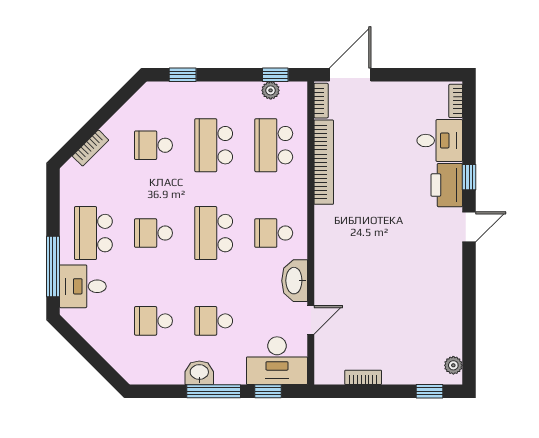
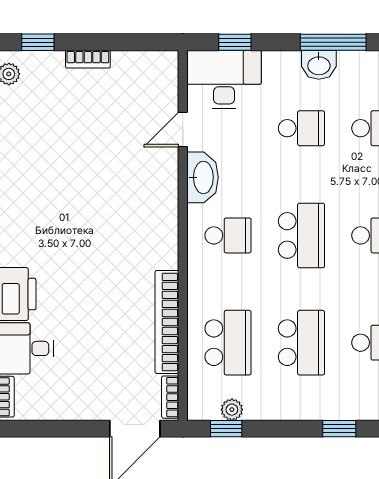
bookcase: (363, 377) -> (88, 59), moved
window: (214, 391) -> (333, 42), moved

